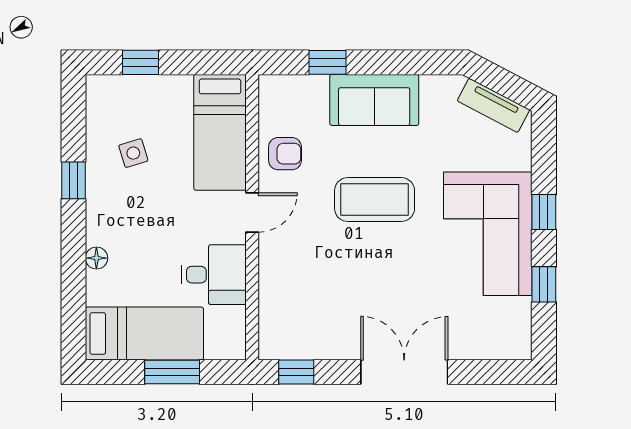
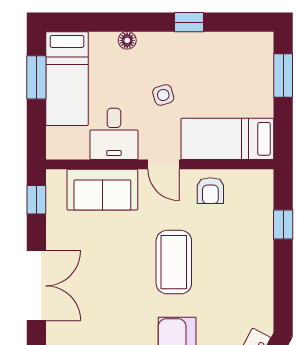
window: (140, 62) -> (283, 75), width x1.50
sofa: (374, 100) -> (102, 190), moved, turned -90
side table: (133, 153) -> (163, 95), moved
window: (172, 372) -> (36, 77), moved

